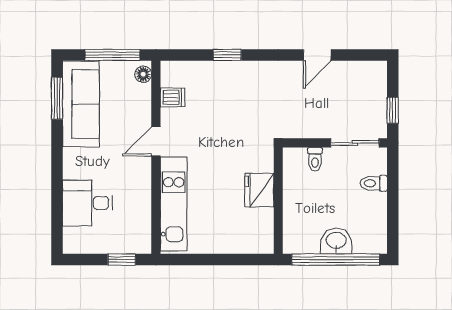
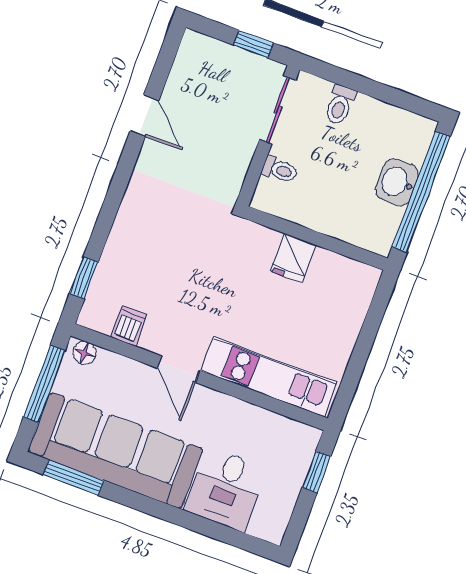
window: (227, 55) -> (84, 278), moved
sofa: (81, 104) -> (116, 450), width x1.36, depth x1.27
fridge: (259, 190) -> (293, 258), width x0.72

